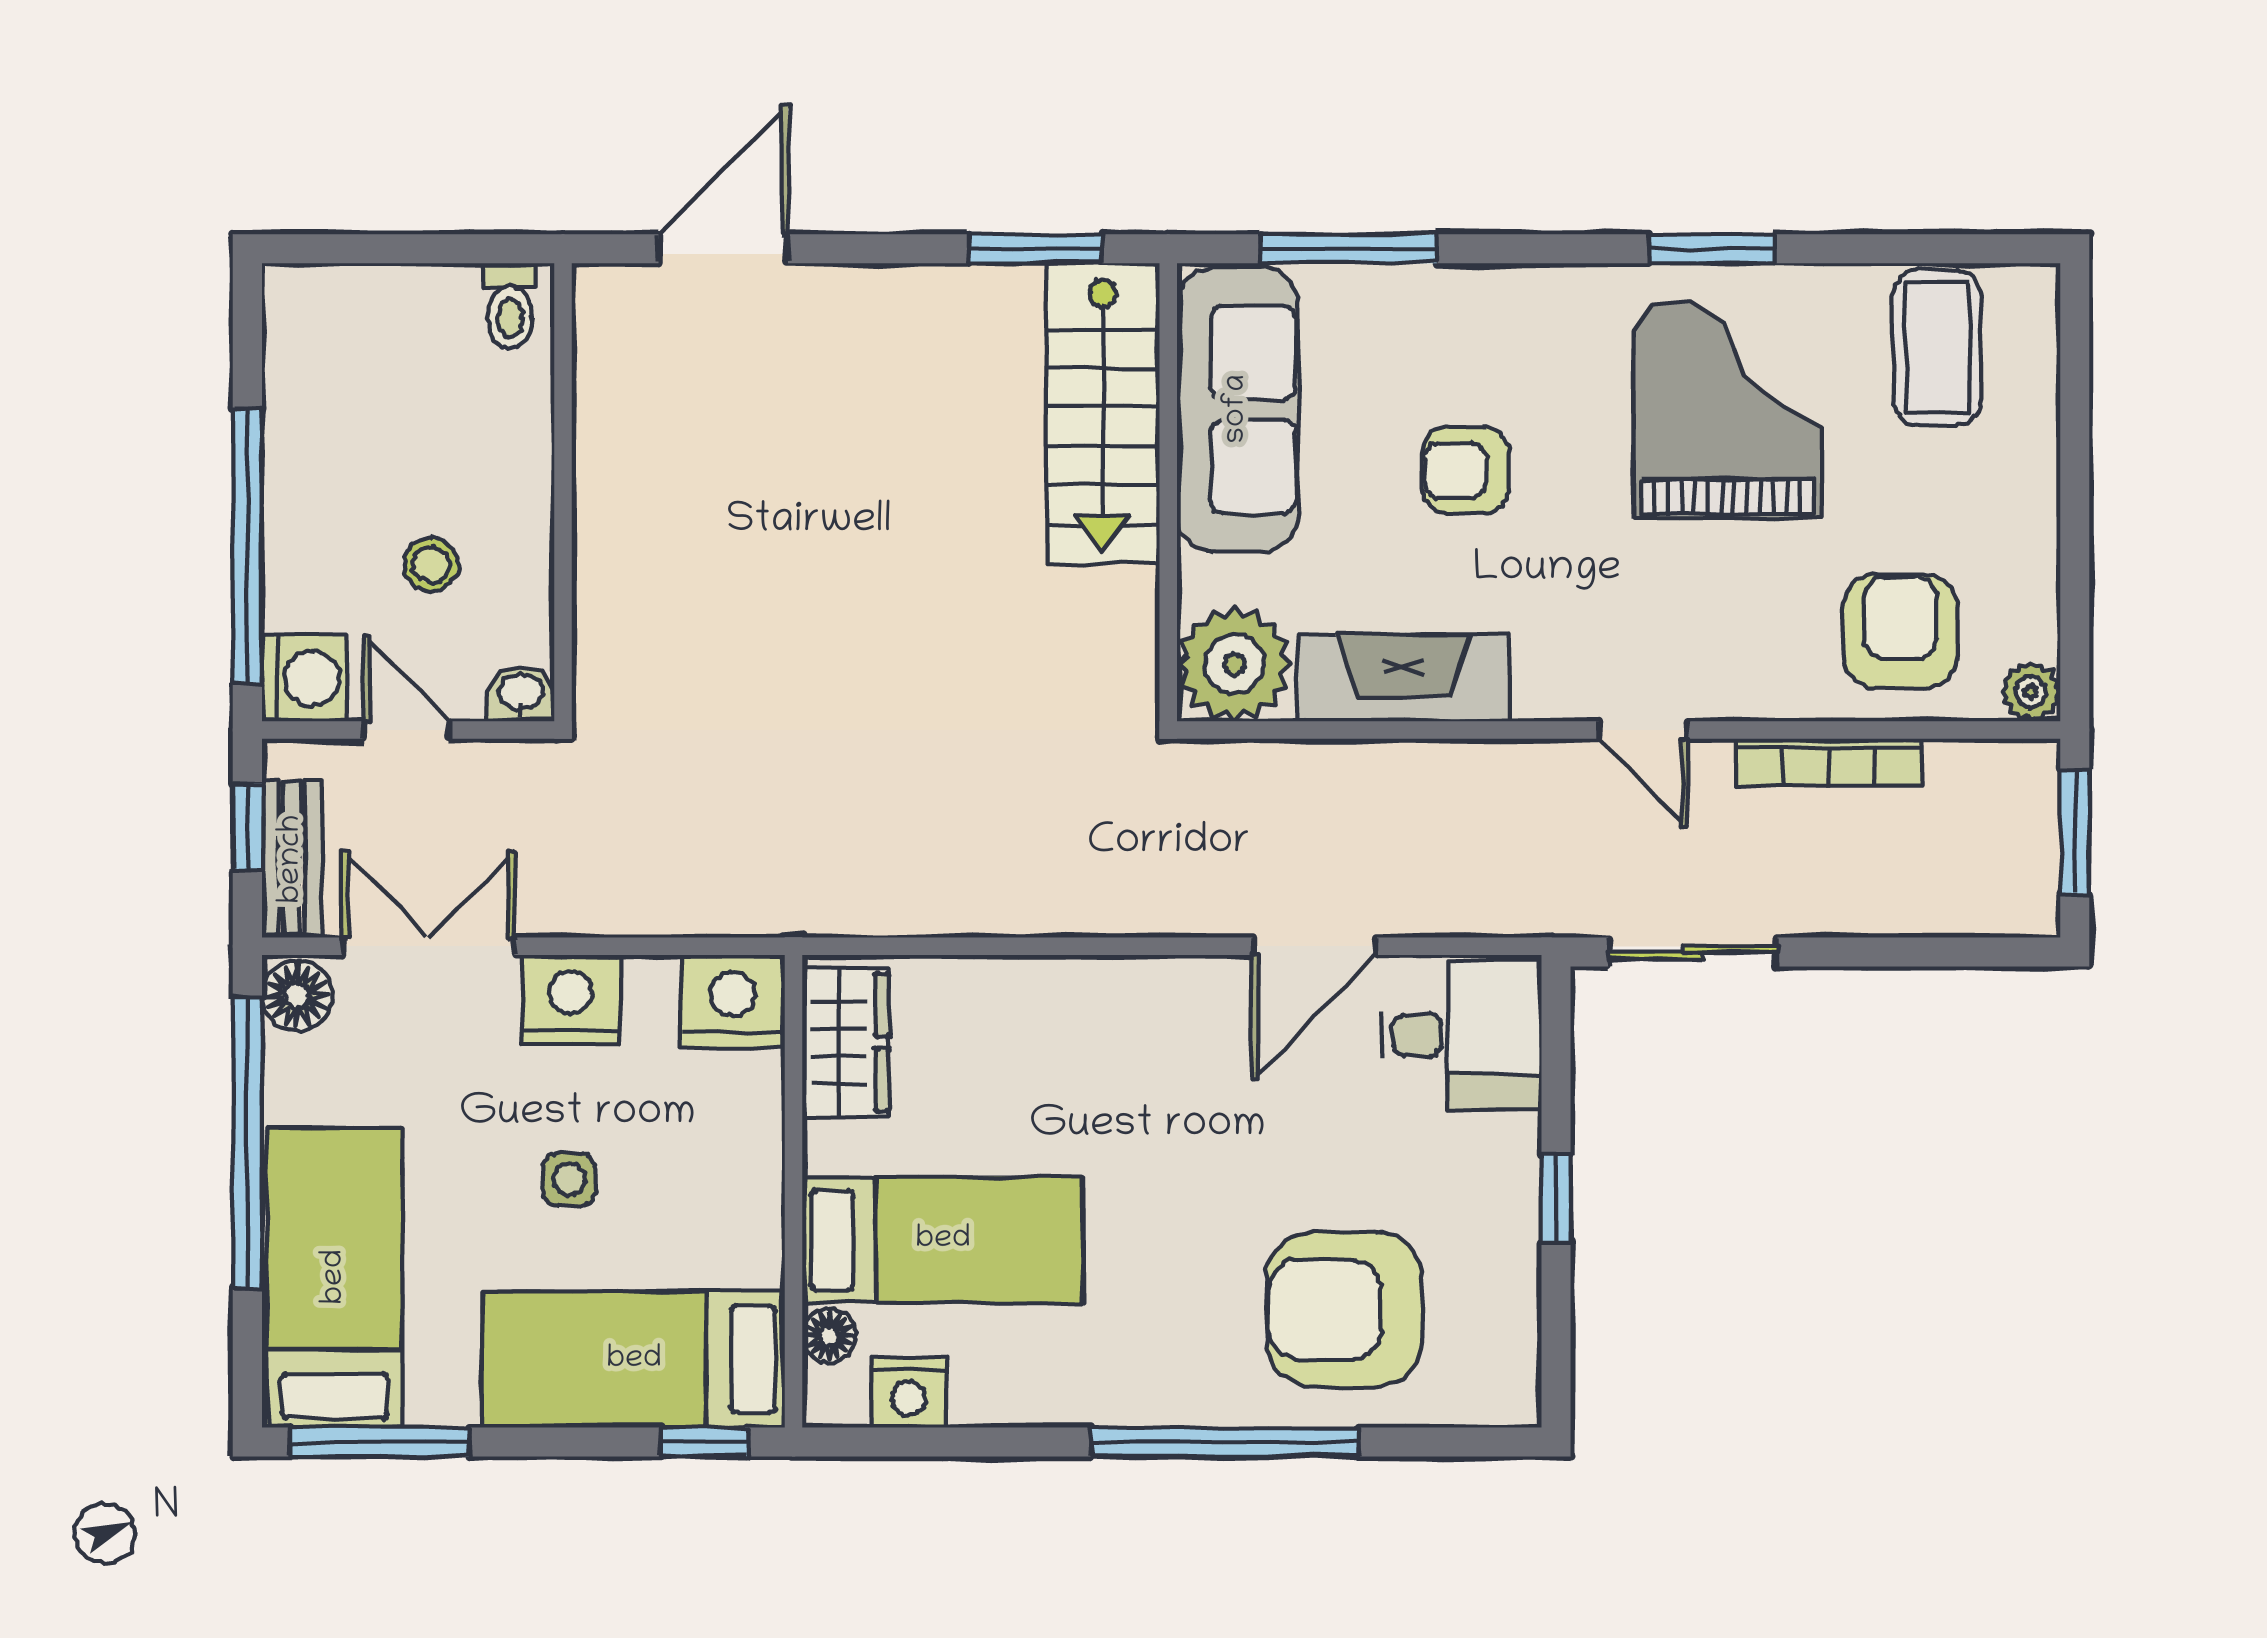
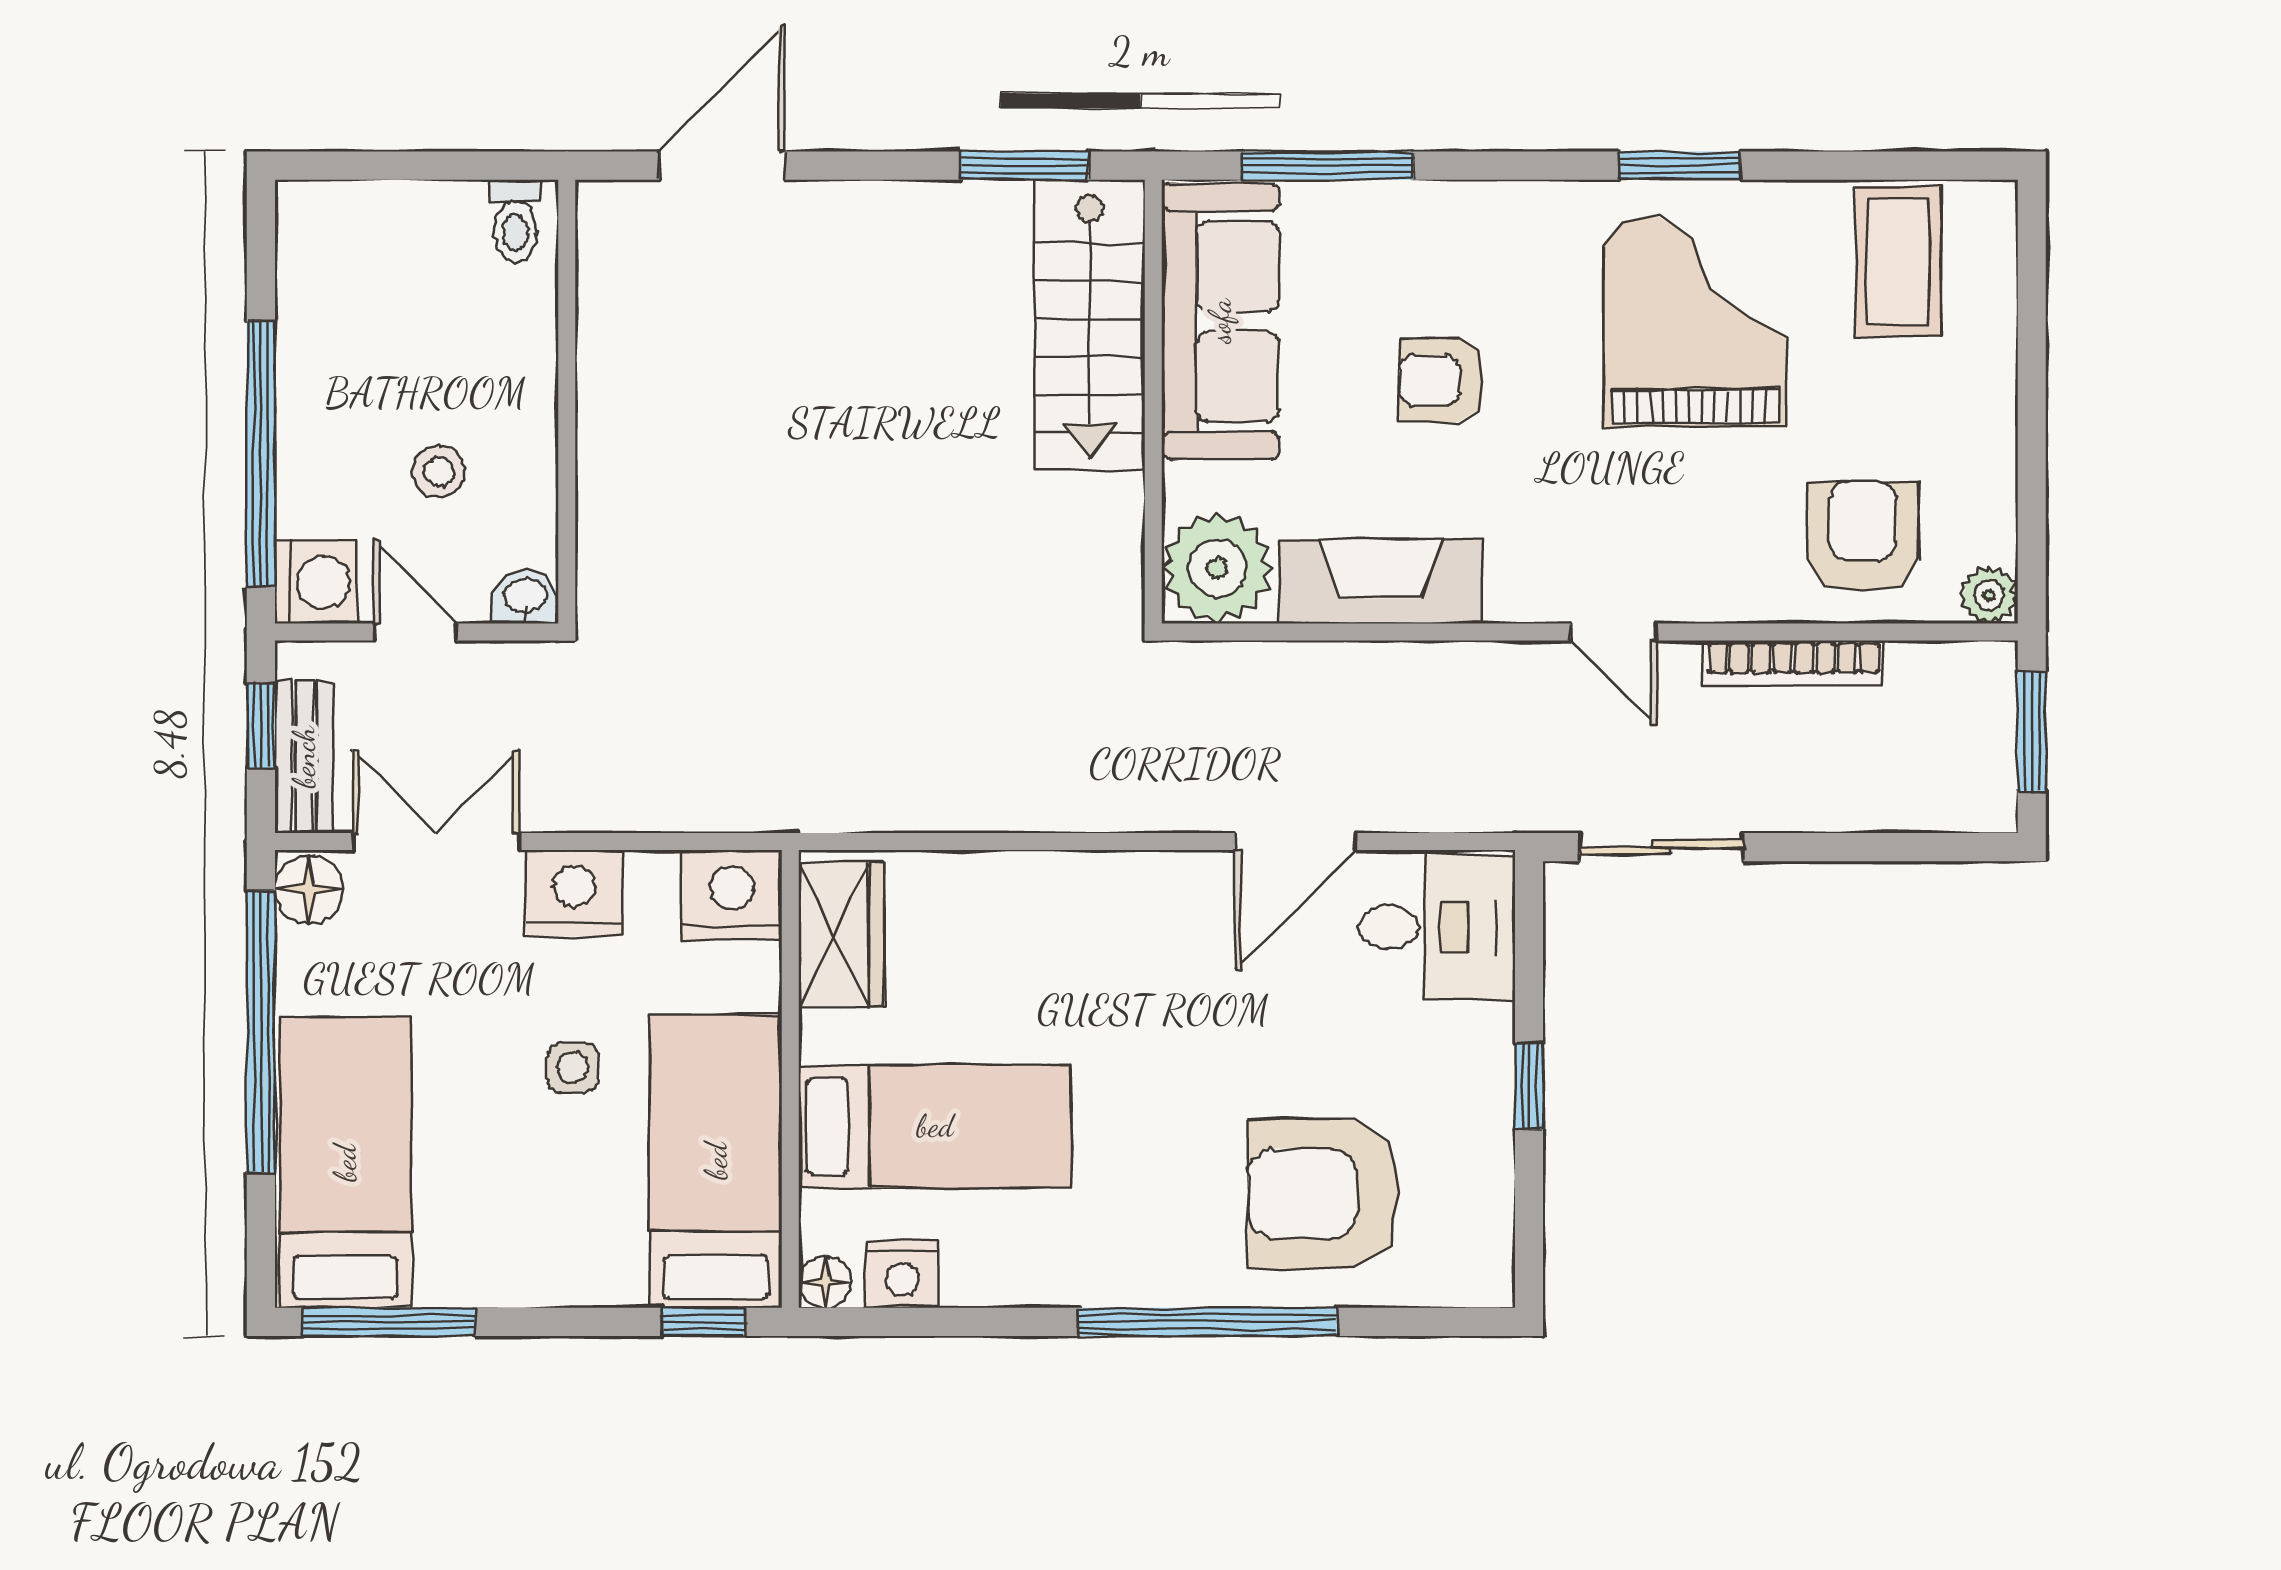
floor lamp: (829, 1336) -> (825, 1282), moved
bed: (634, 1360) -> (716, 1161), moved, turned 90

